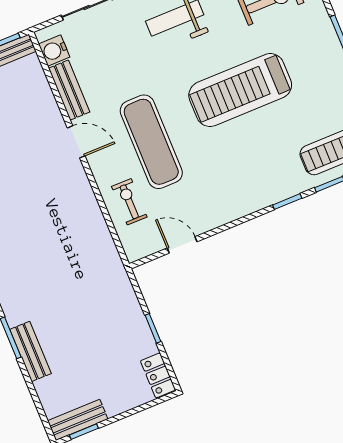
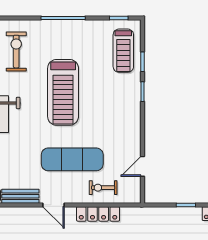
door: (76, 142) -> (53, 205), swing flipped
locker: (89, 210) -> (98, 214), added

